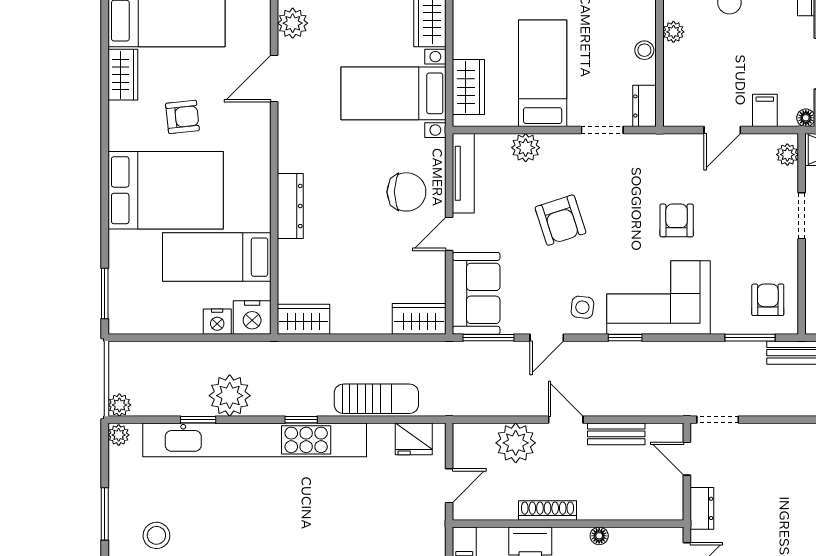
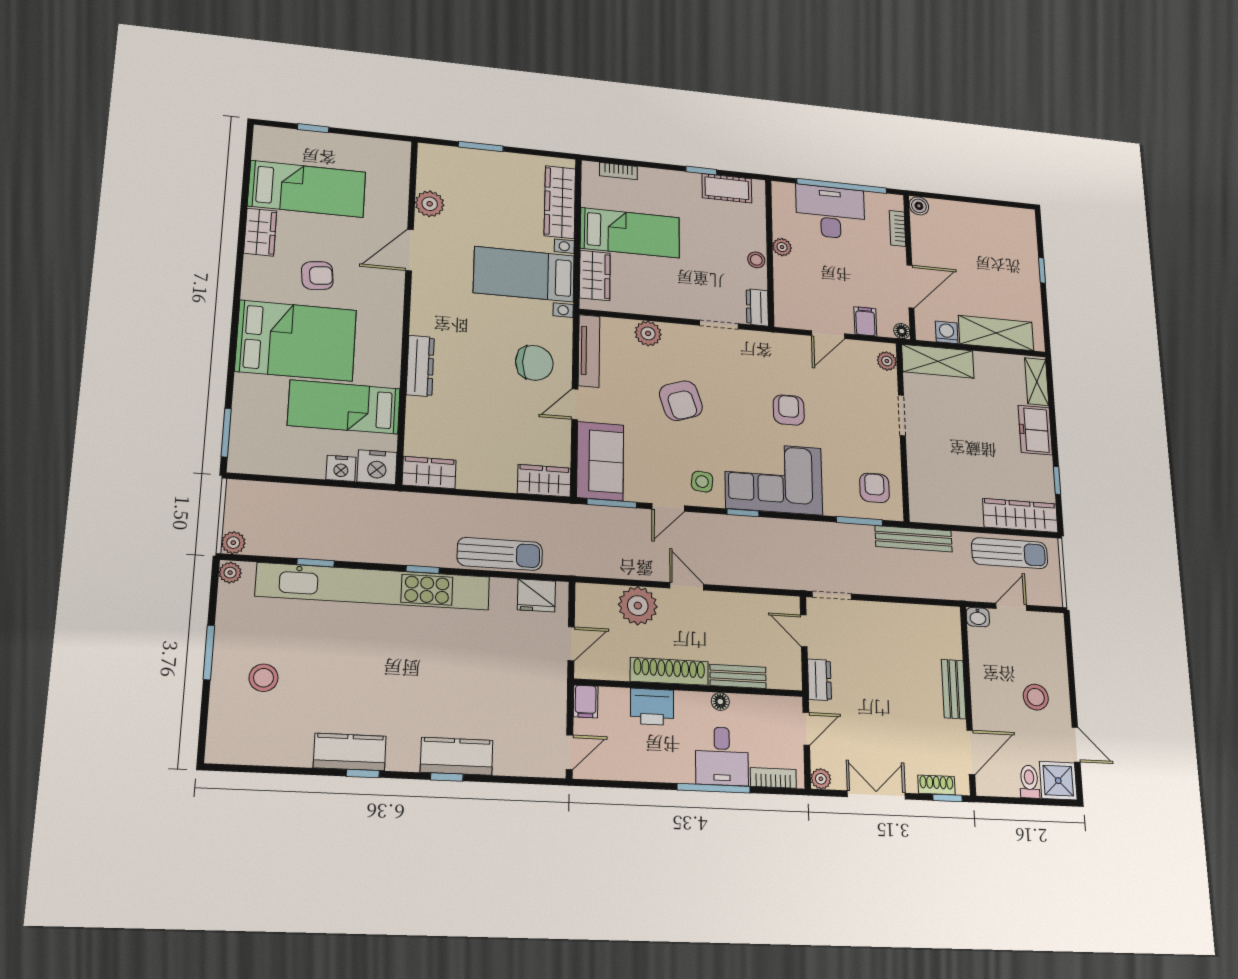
bed: (543, 73) -> (630, 233), moved, turned 90
plant: (230, 396) -> (350, 541), removed
bench: (616, 434) -> (738, 676), moved
shoe rack: (548, 510) -> (669, 671), width x1.36, depth x1.24

